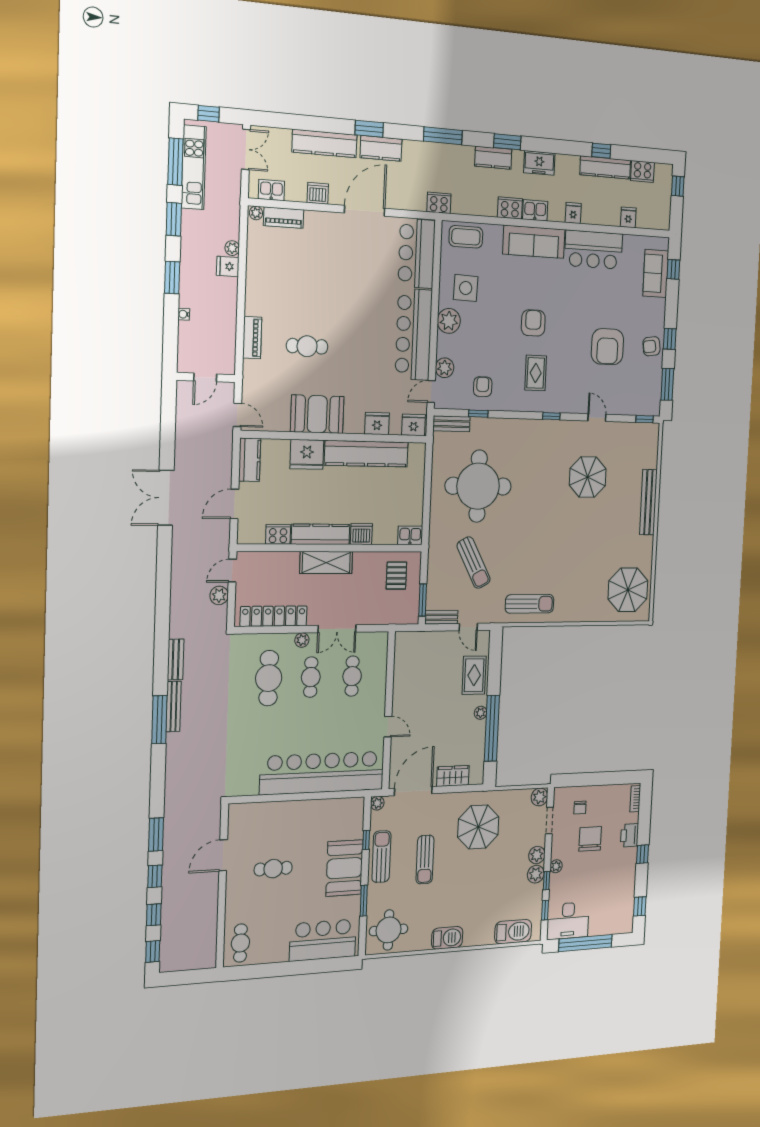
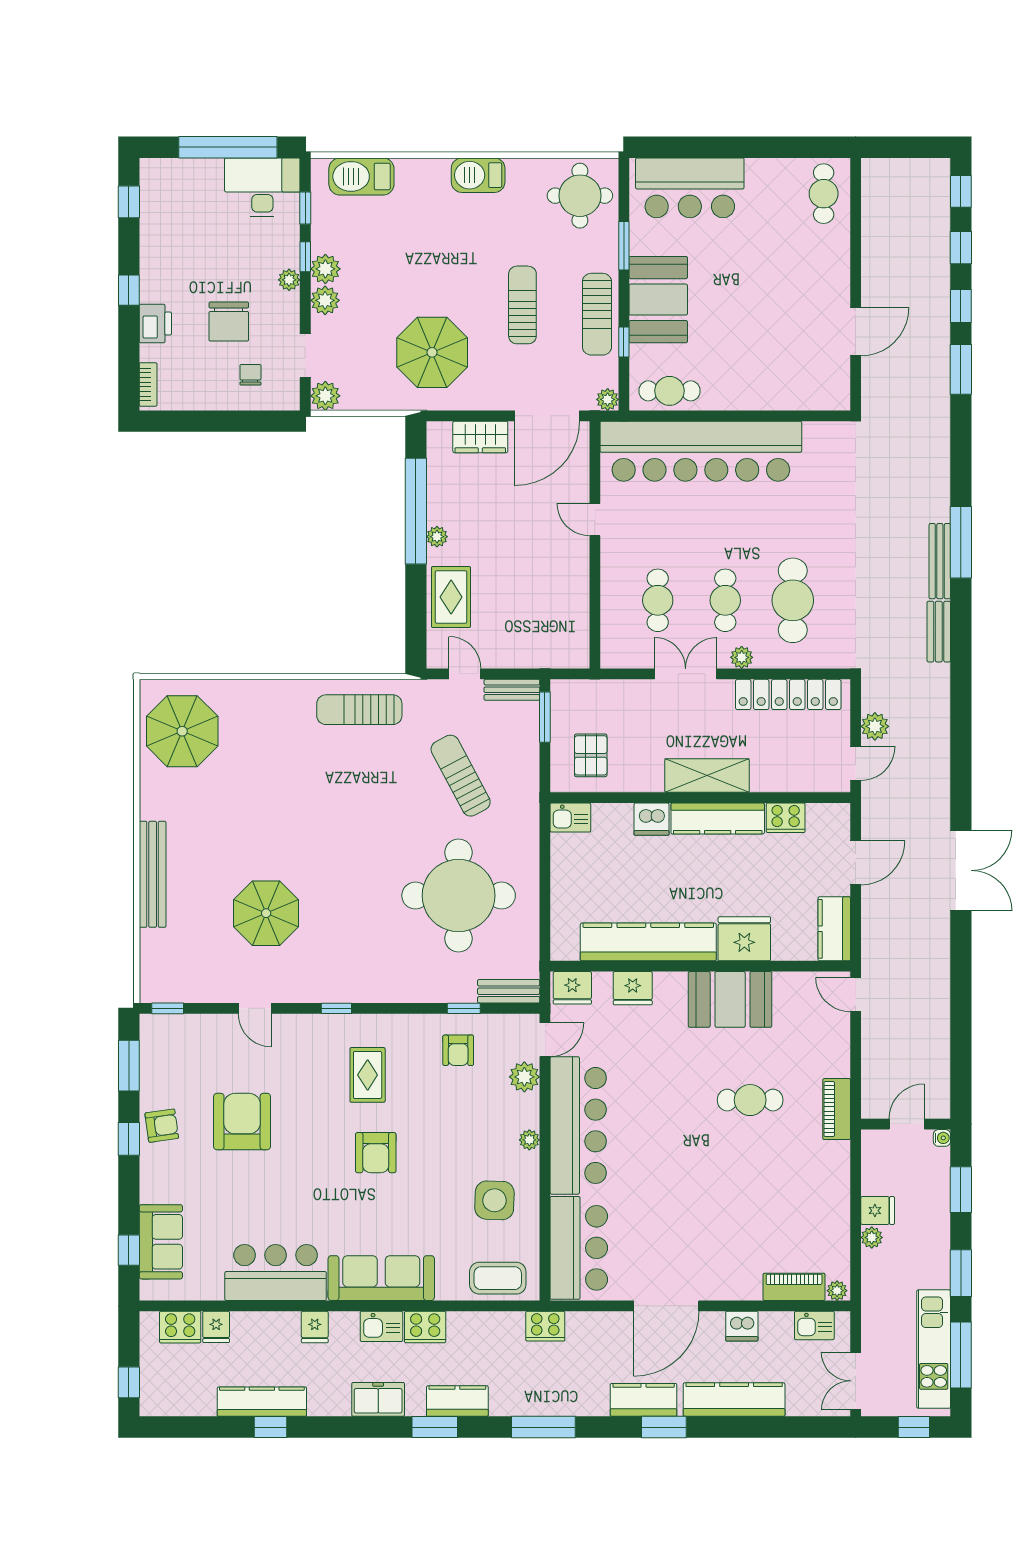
cooker: (642, 172) -> (180, 1327), moved, turned 180
plant: (449, 321) -> (529, 1140), width x0.53, depth x0.53
door: (205, 377) -> (907, 1124), moved
wall: (206, 377) -> (906, 1124), moved
cafe table: (273, 869) -> (669, 391), moved

